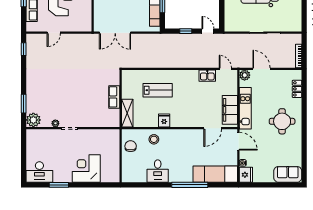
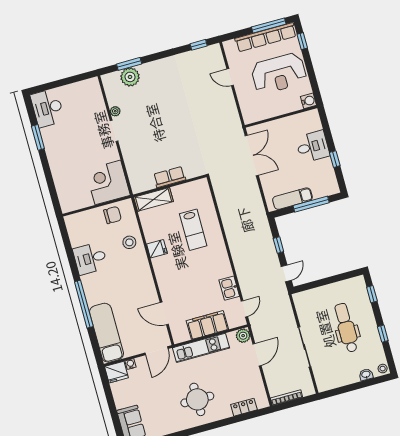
double door: (115, 33) -> (252, 155), swing flipped
filing cabinet: (230, 110) -> (207, 325), moved
plant: (33, 120) -> (130, 77), moved
corner desk: (86, 169) -> (108, 182), moved, turned -90

